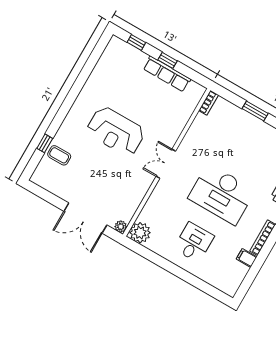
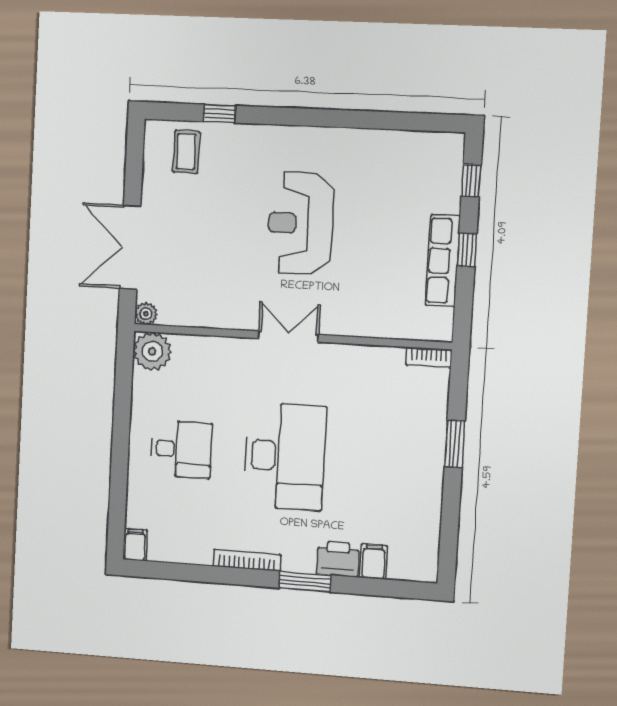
coffee table: (59, 155) -> (186, 152), moved
desk: (222, 194) -> (285, 456), turned 180
filing cabinet: (247, 258) -> (135, 545), moved

